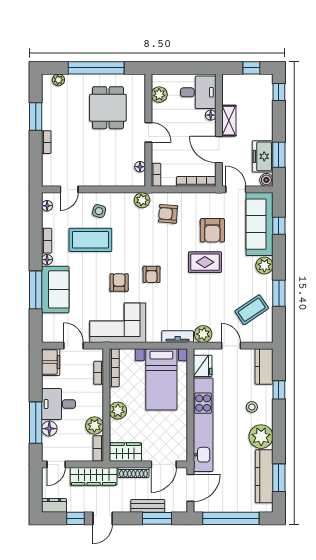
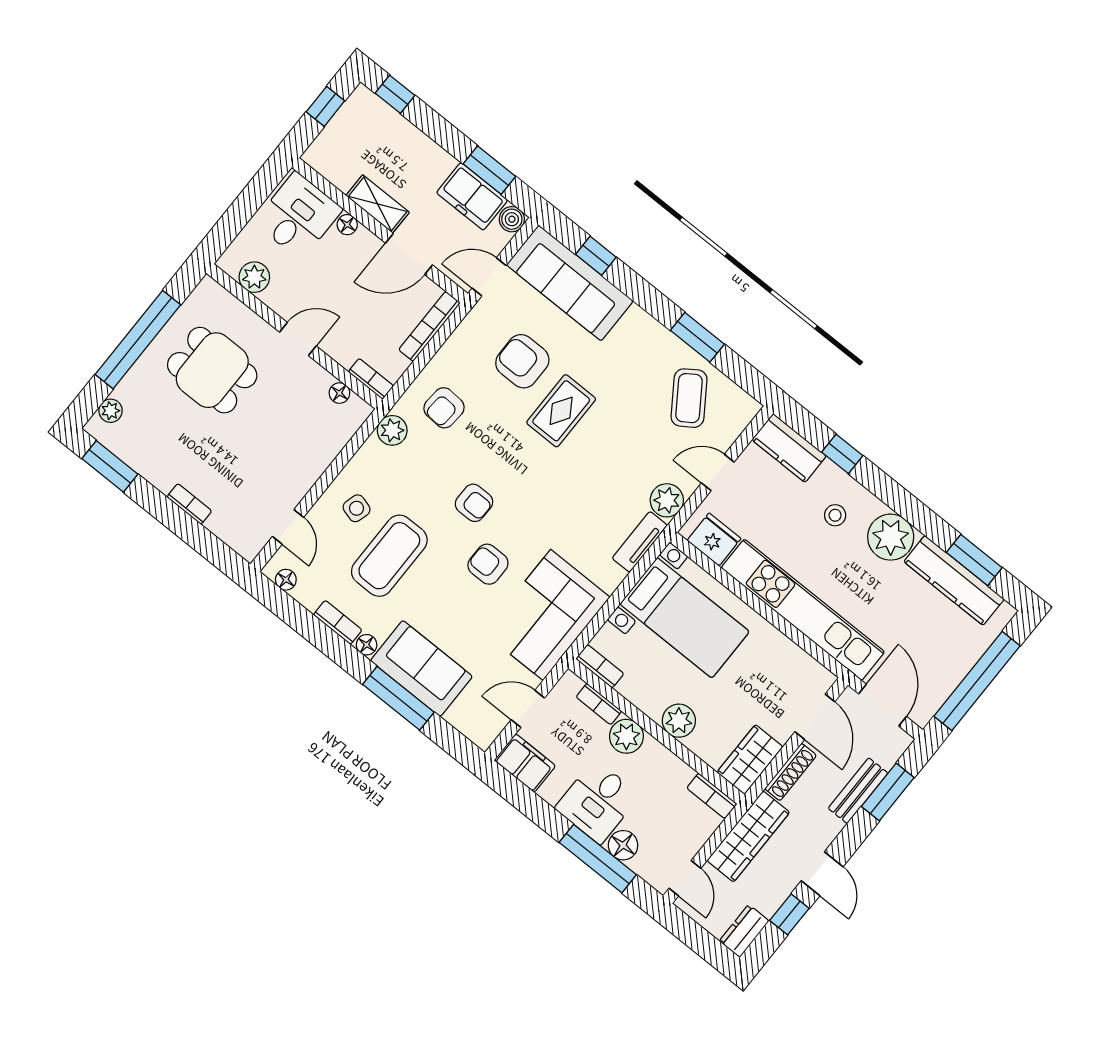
window: (36, 117) -> (110, 466), moved
armchair: (212, 230) -> (522, 361), turned 180
plant: (264, 266) -> (638, 326), removed
armchair: (151, 274) -> (474, 503), moved
bookcase: (114, 368) -> (600, 666), width x0.64
plant: (94, 426) -> (626, 736), moved

